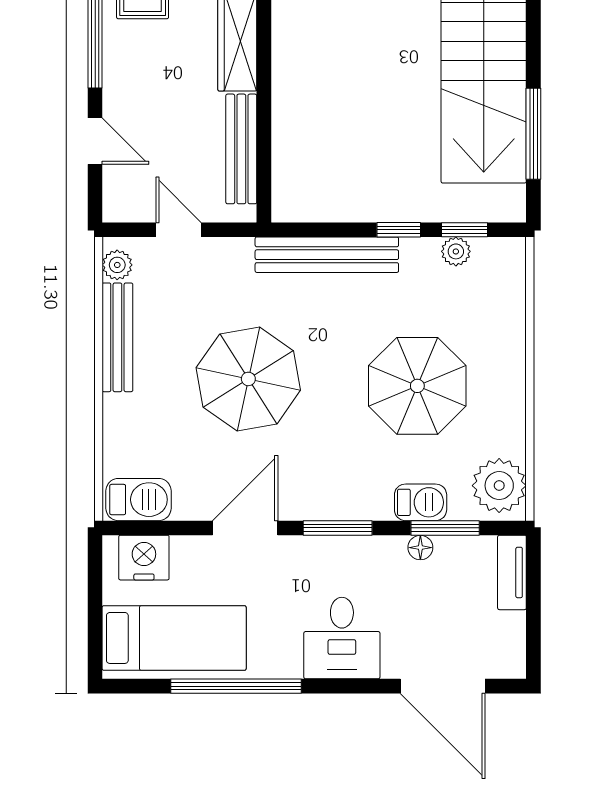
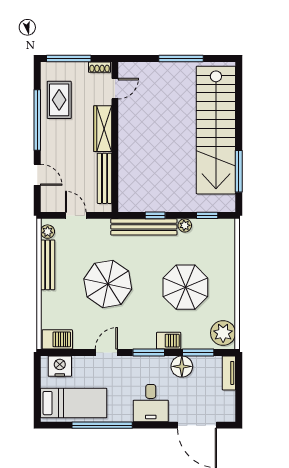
window: (399, 230) -> (155, 215), moved
plant: (456, 251) -> (185, 225), moved
barbecue: (421, 502) -> (169, 341), moved
door: (245, 528) -> (106, 352), width x0.73
floor lamp: (420, 548) -> (182, 366), width x1.89, depth x1.89

